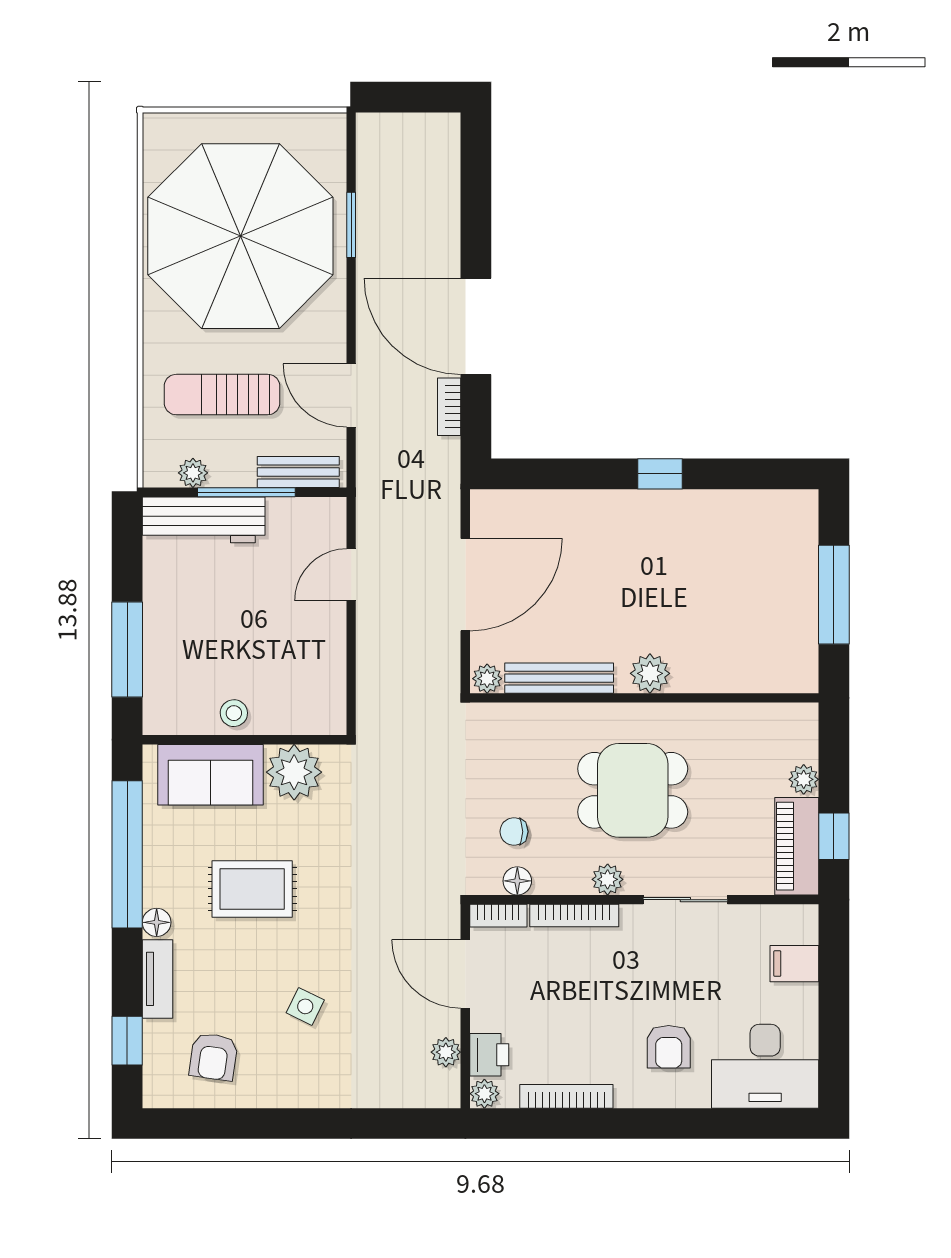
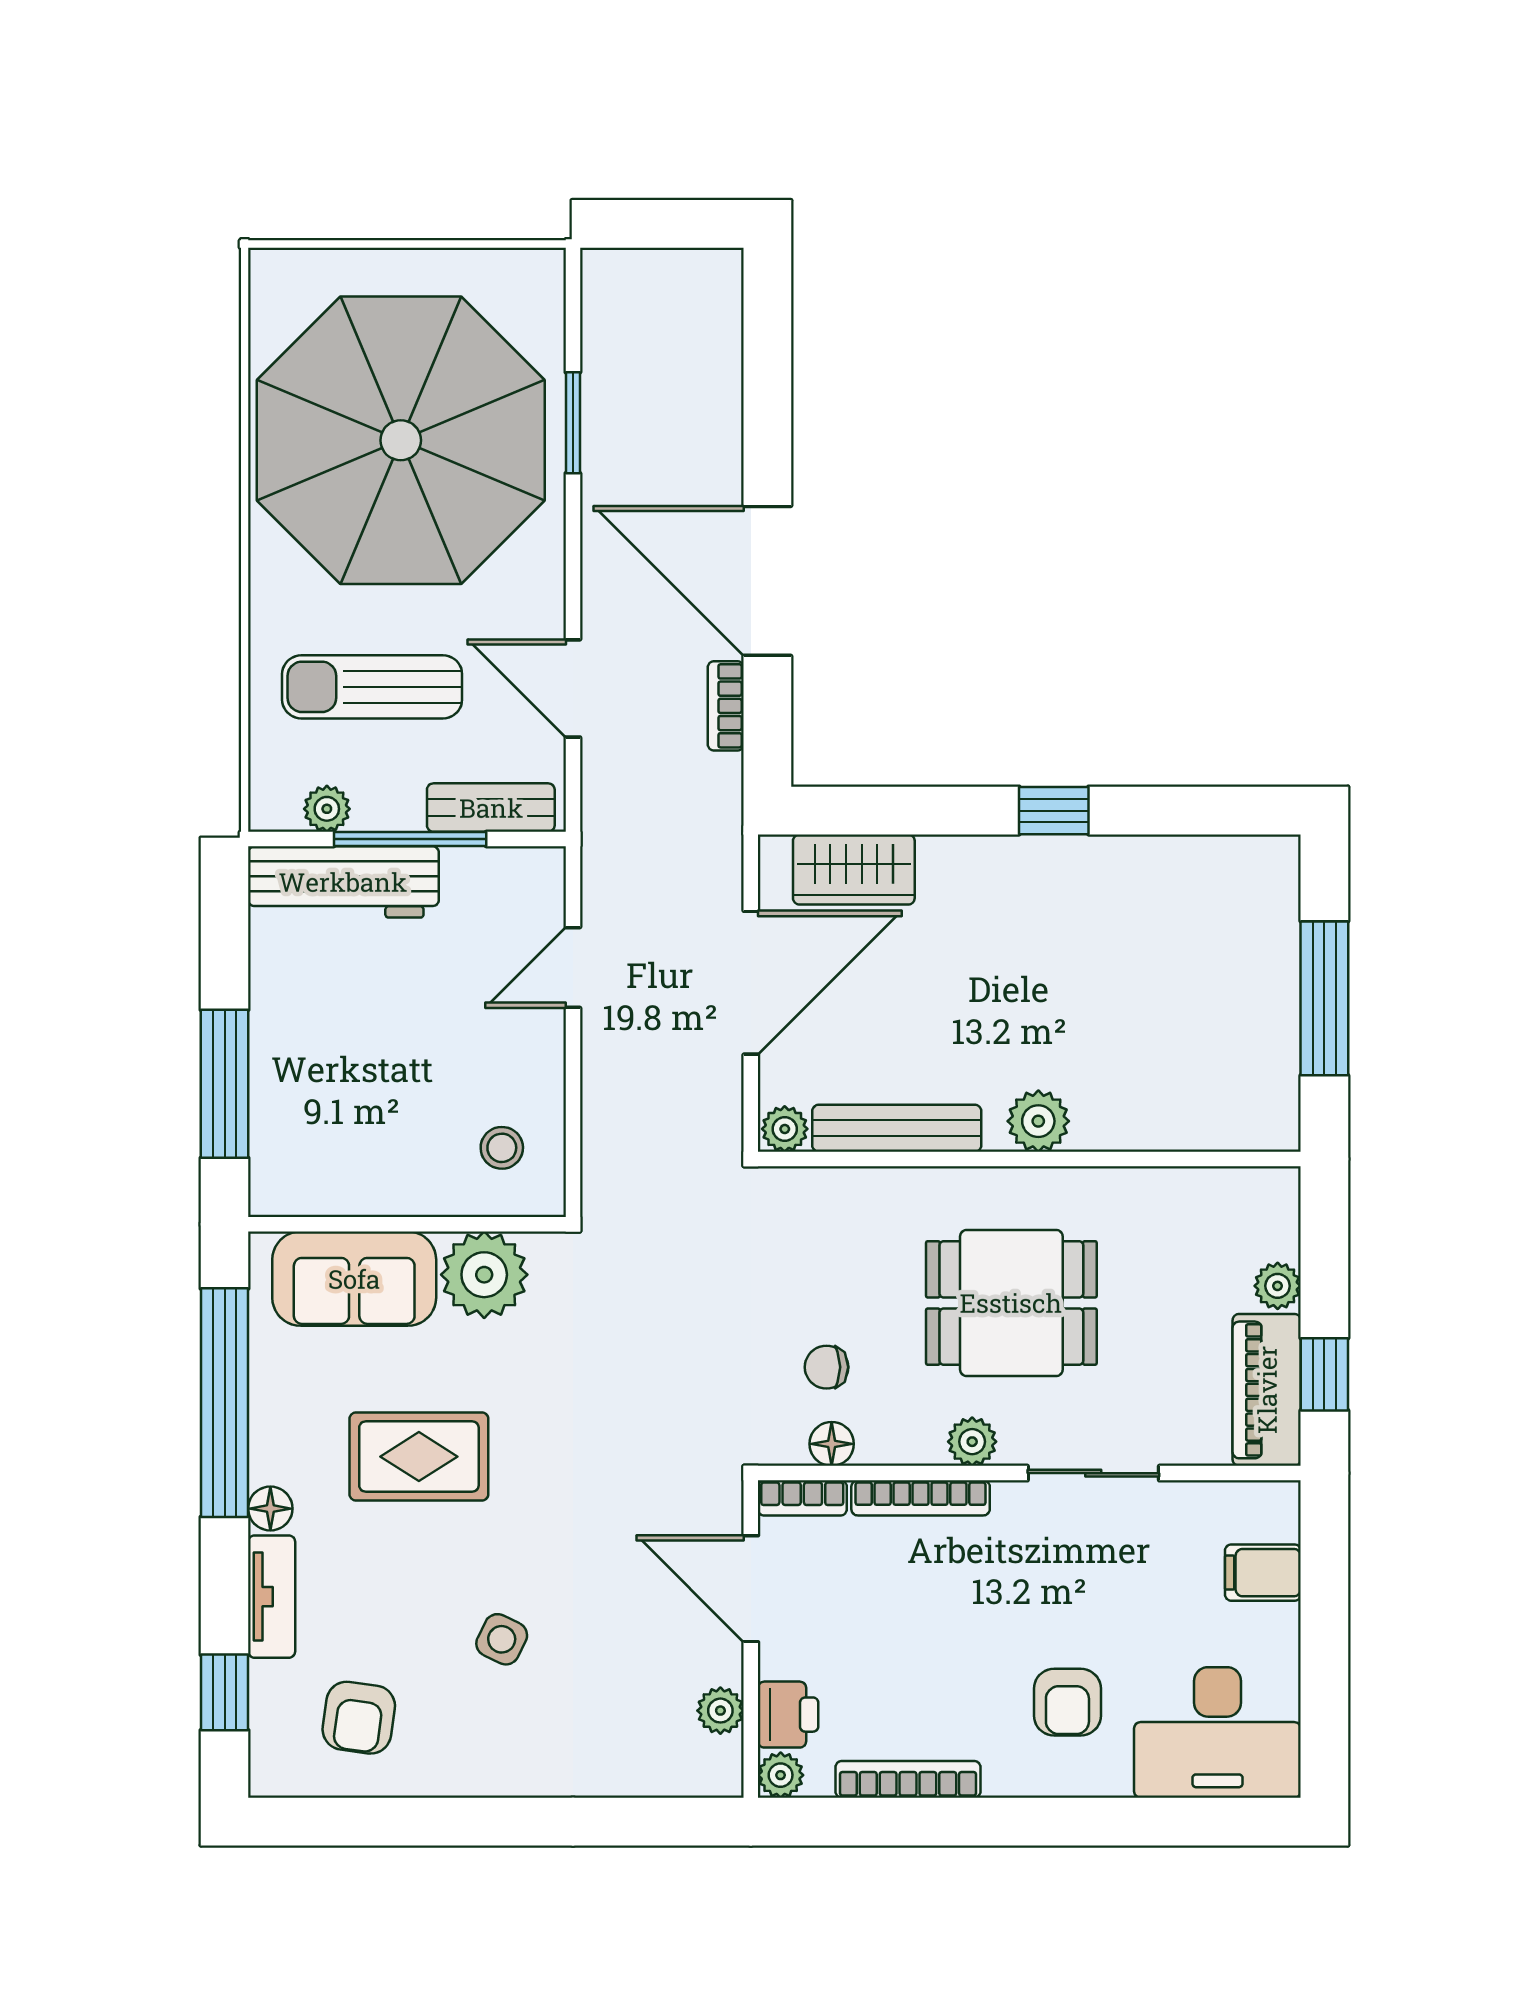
wardrobe: (532, 512) -> (854, 869), added
stool: (234, 713) -> (502, 1148), moved

